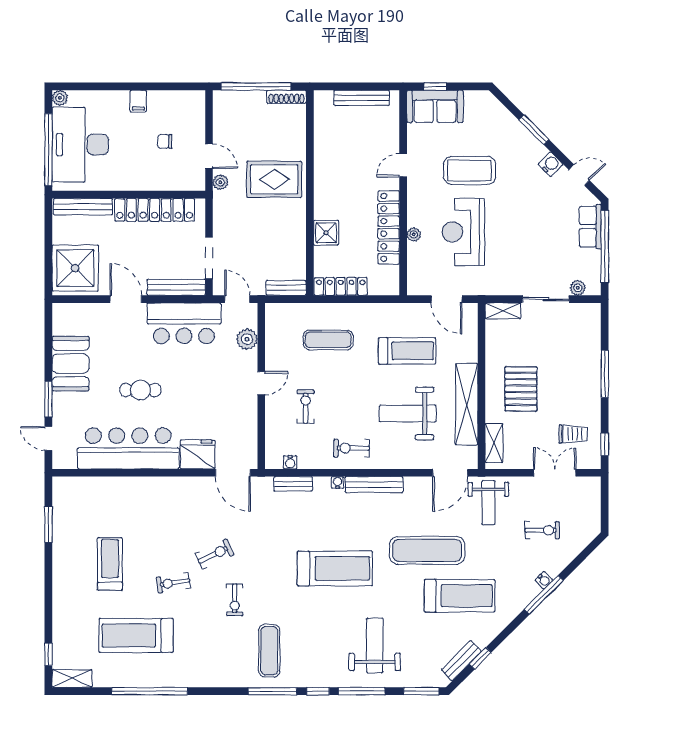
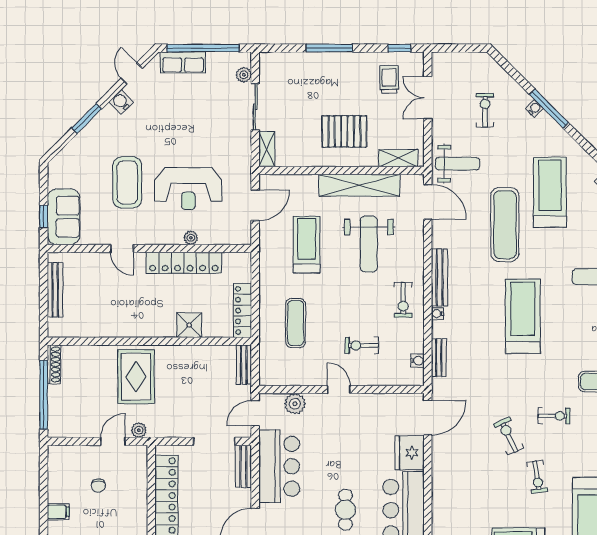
bench: (176, 287) -> (243, 466), width x0.73

